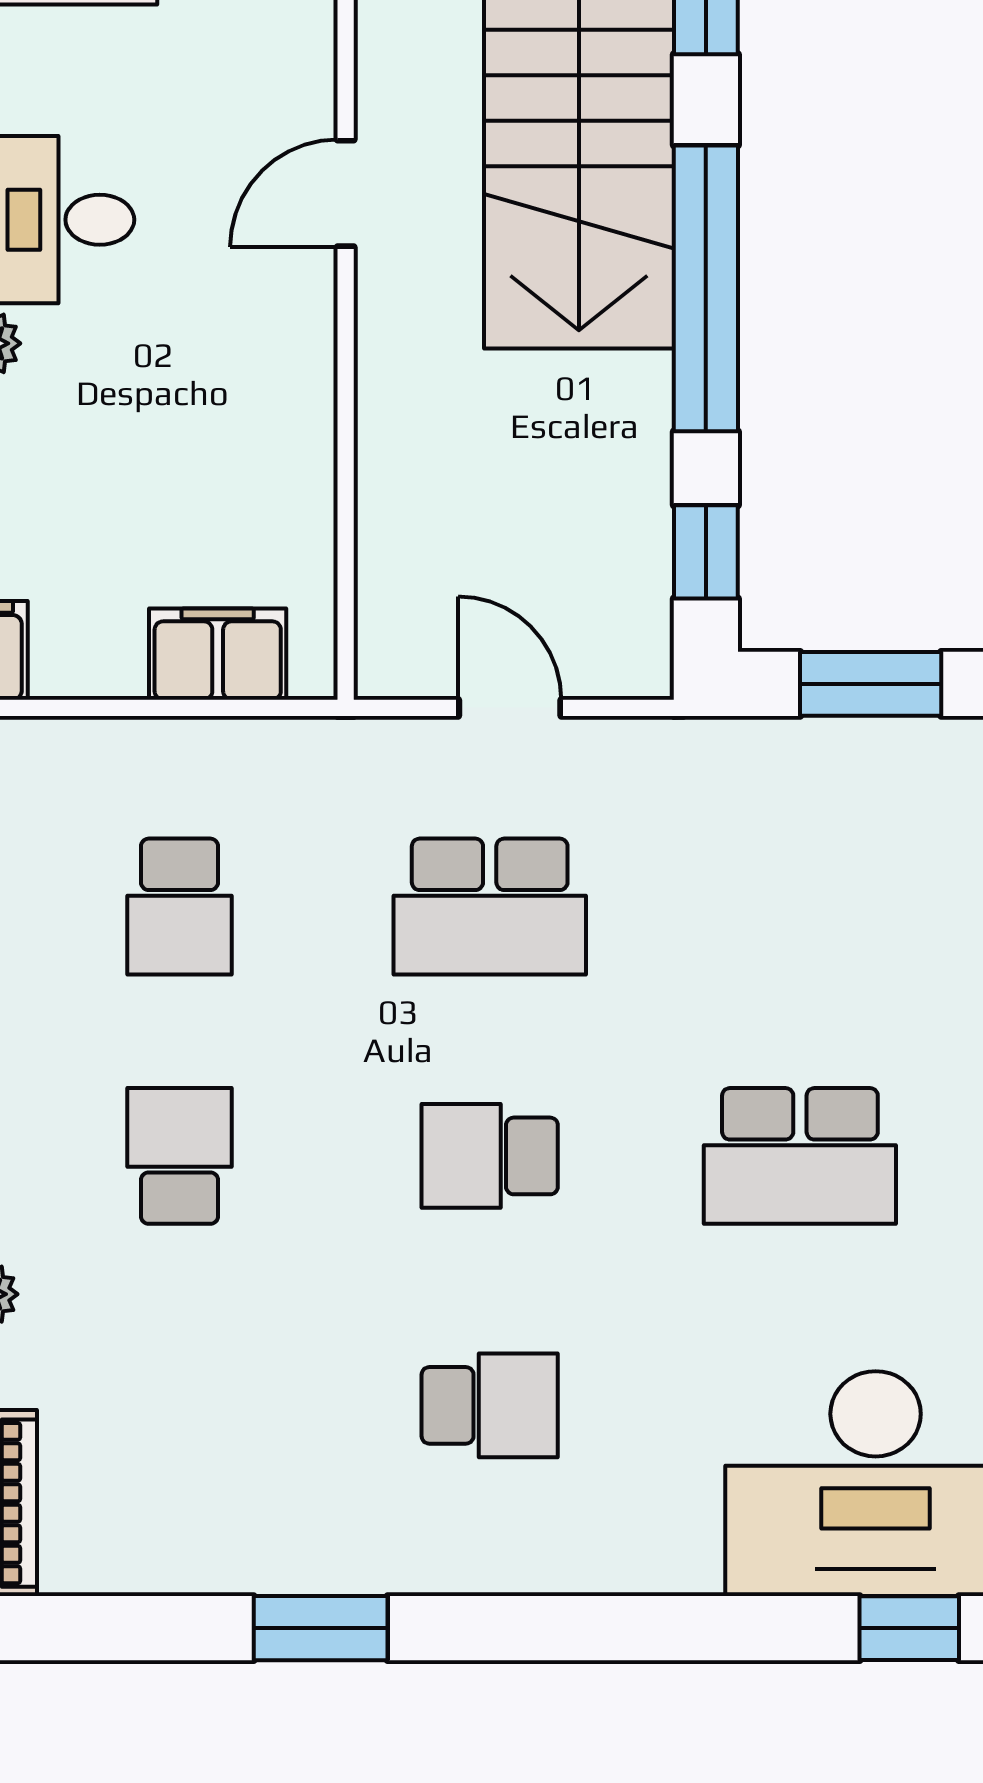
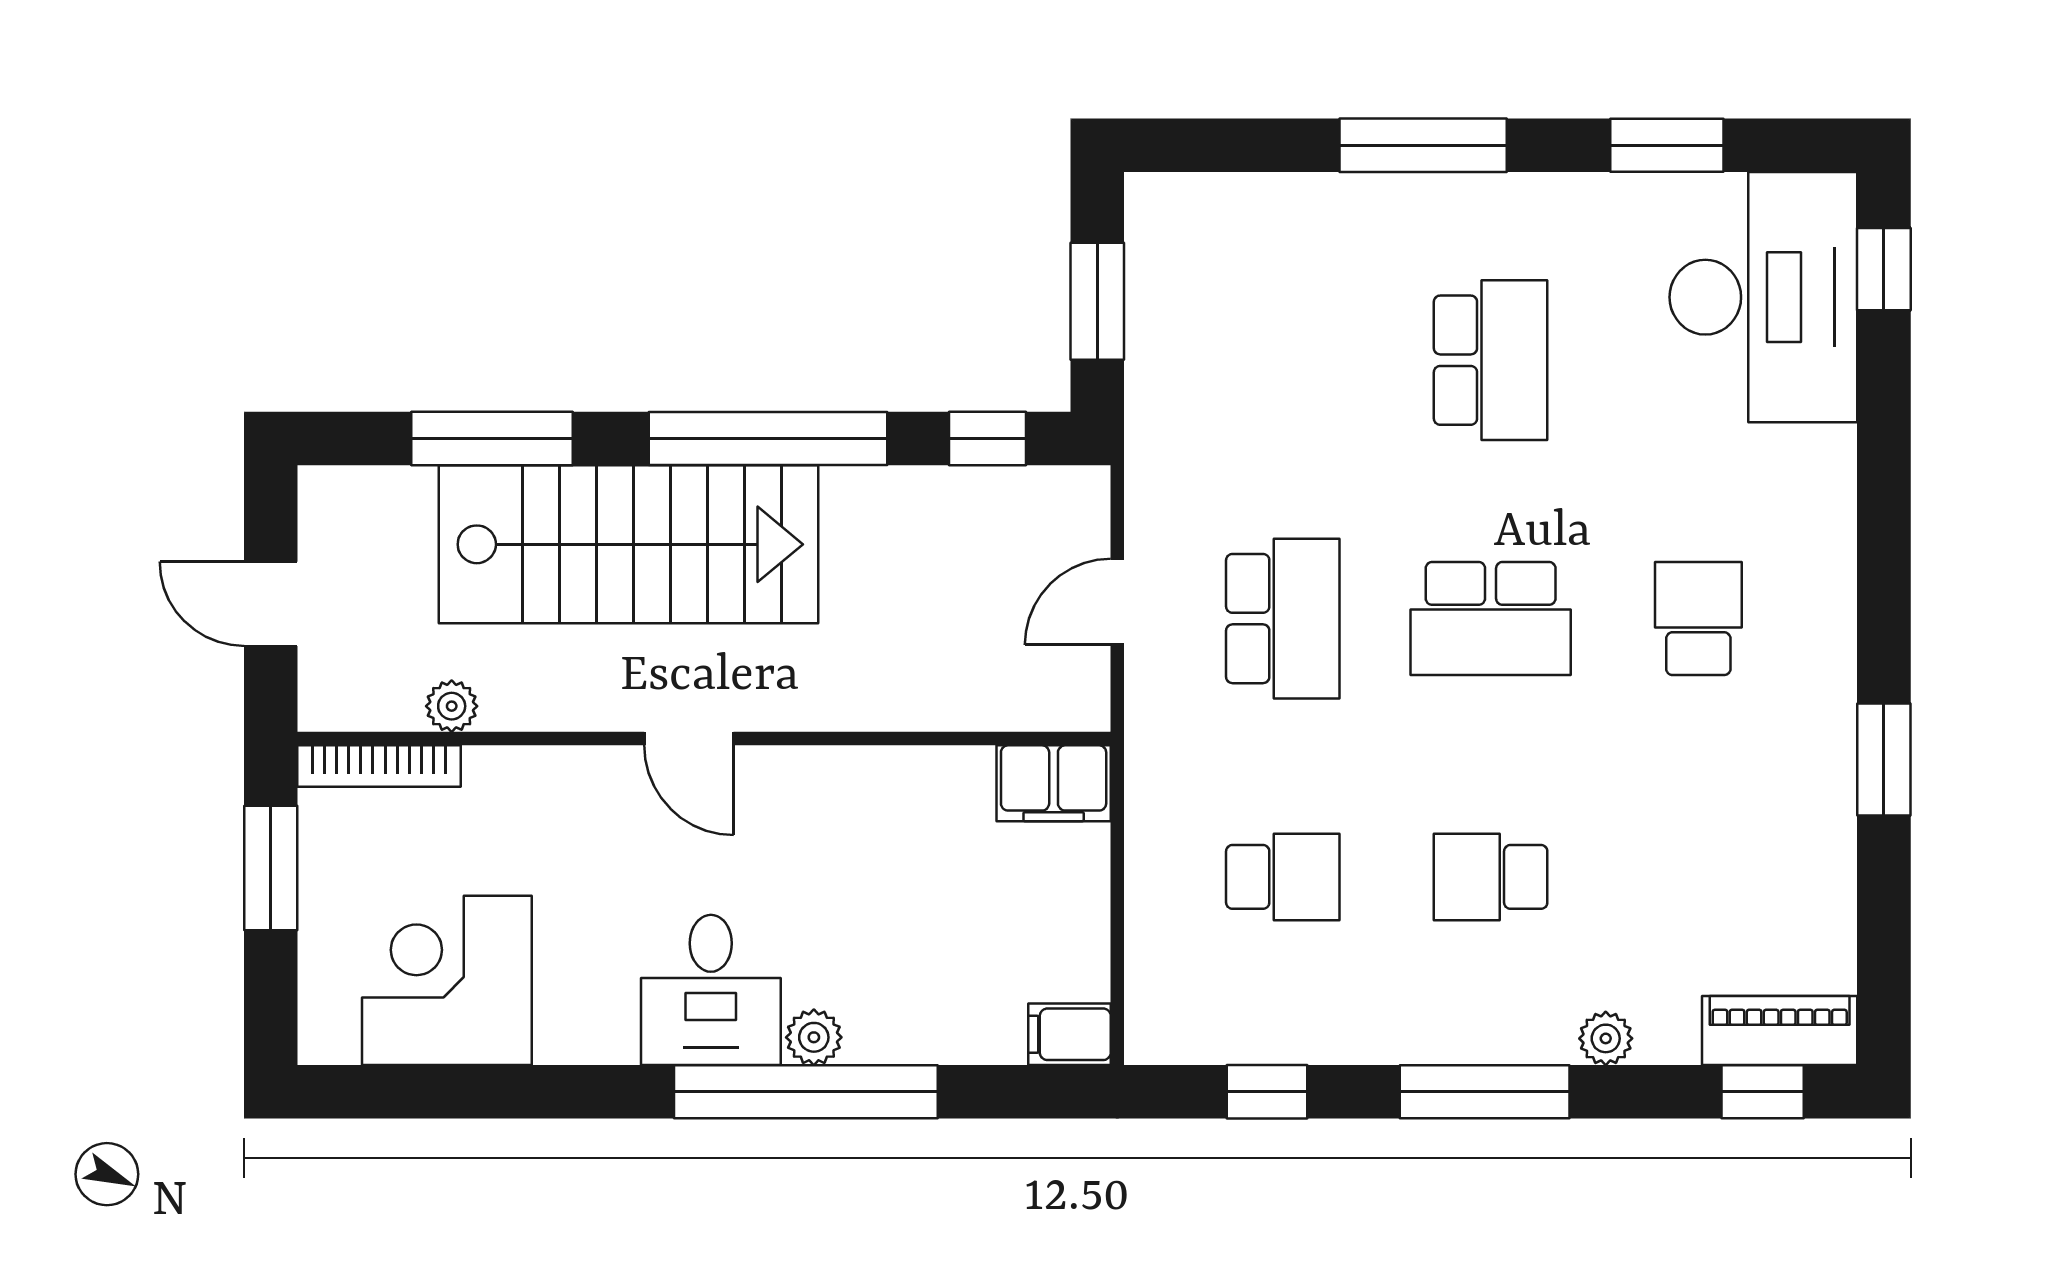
filing cabinet: (218, 654) -> (1054, 783), moved, turned -90
school desk: (490, 1156) -> (1491, 619), width x1.85

